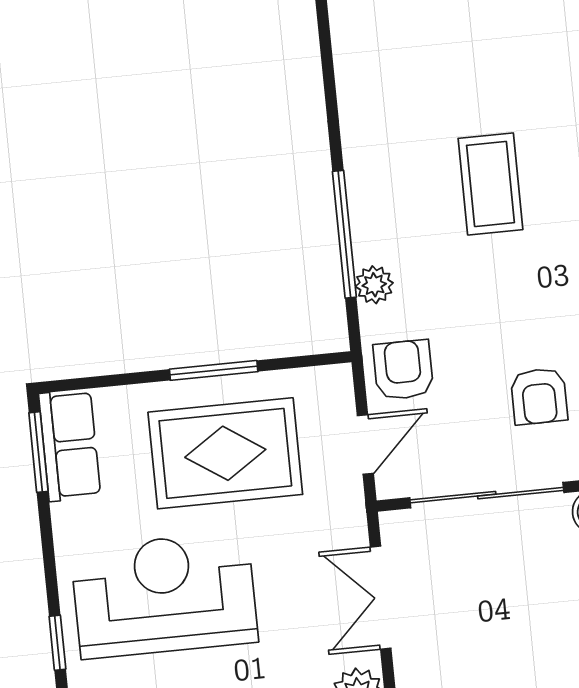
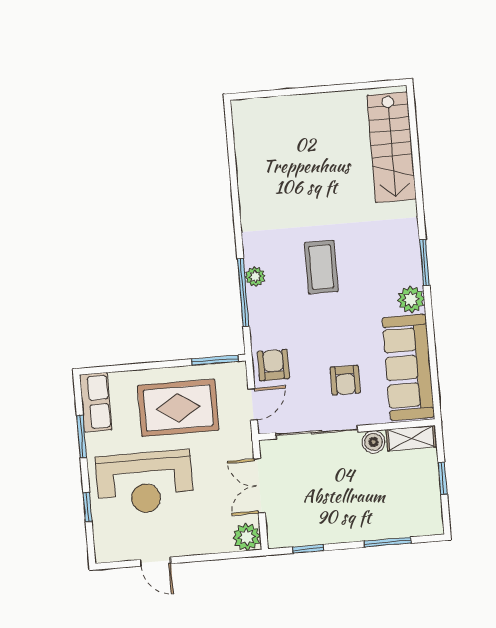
plant: (374, 285) -> (255, 277), moved
window: (214, 370) -> (215, 360), moved
window: (38, 452) -> (82, 437), moved
reception desk: (164, 595) -> (145, 483), turned 180

